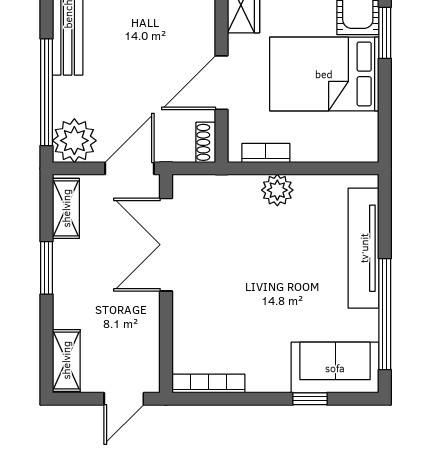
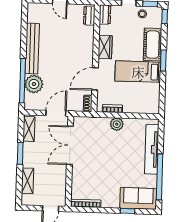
bed: (324, 74) -> (138, 72), width x0.67
plant: (74, 141) -> (34, 84), moved
shelving: (66, 360) -> (28, 181), moved

